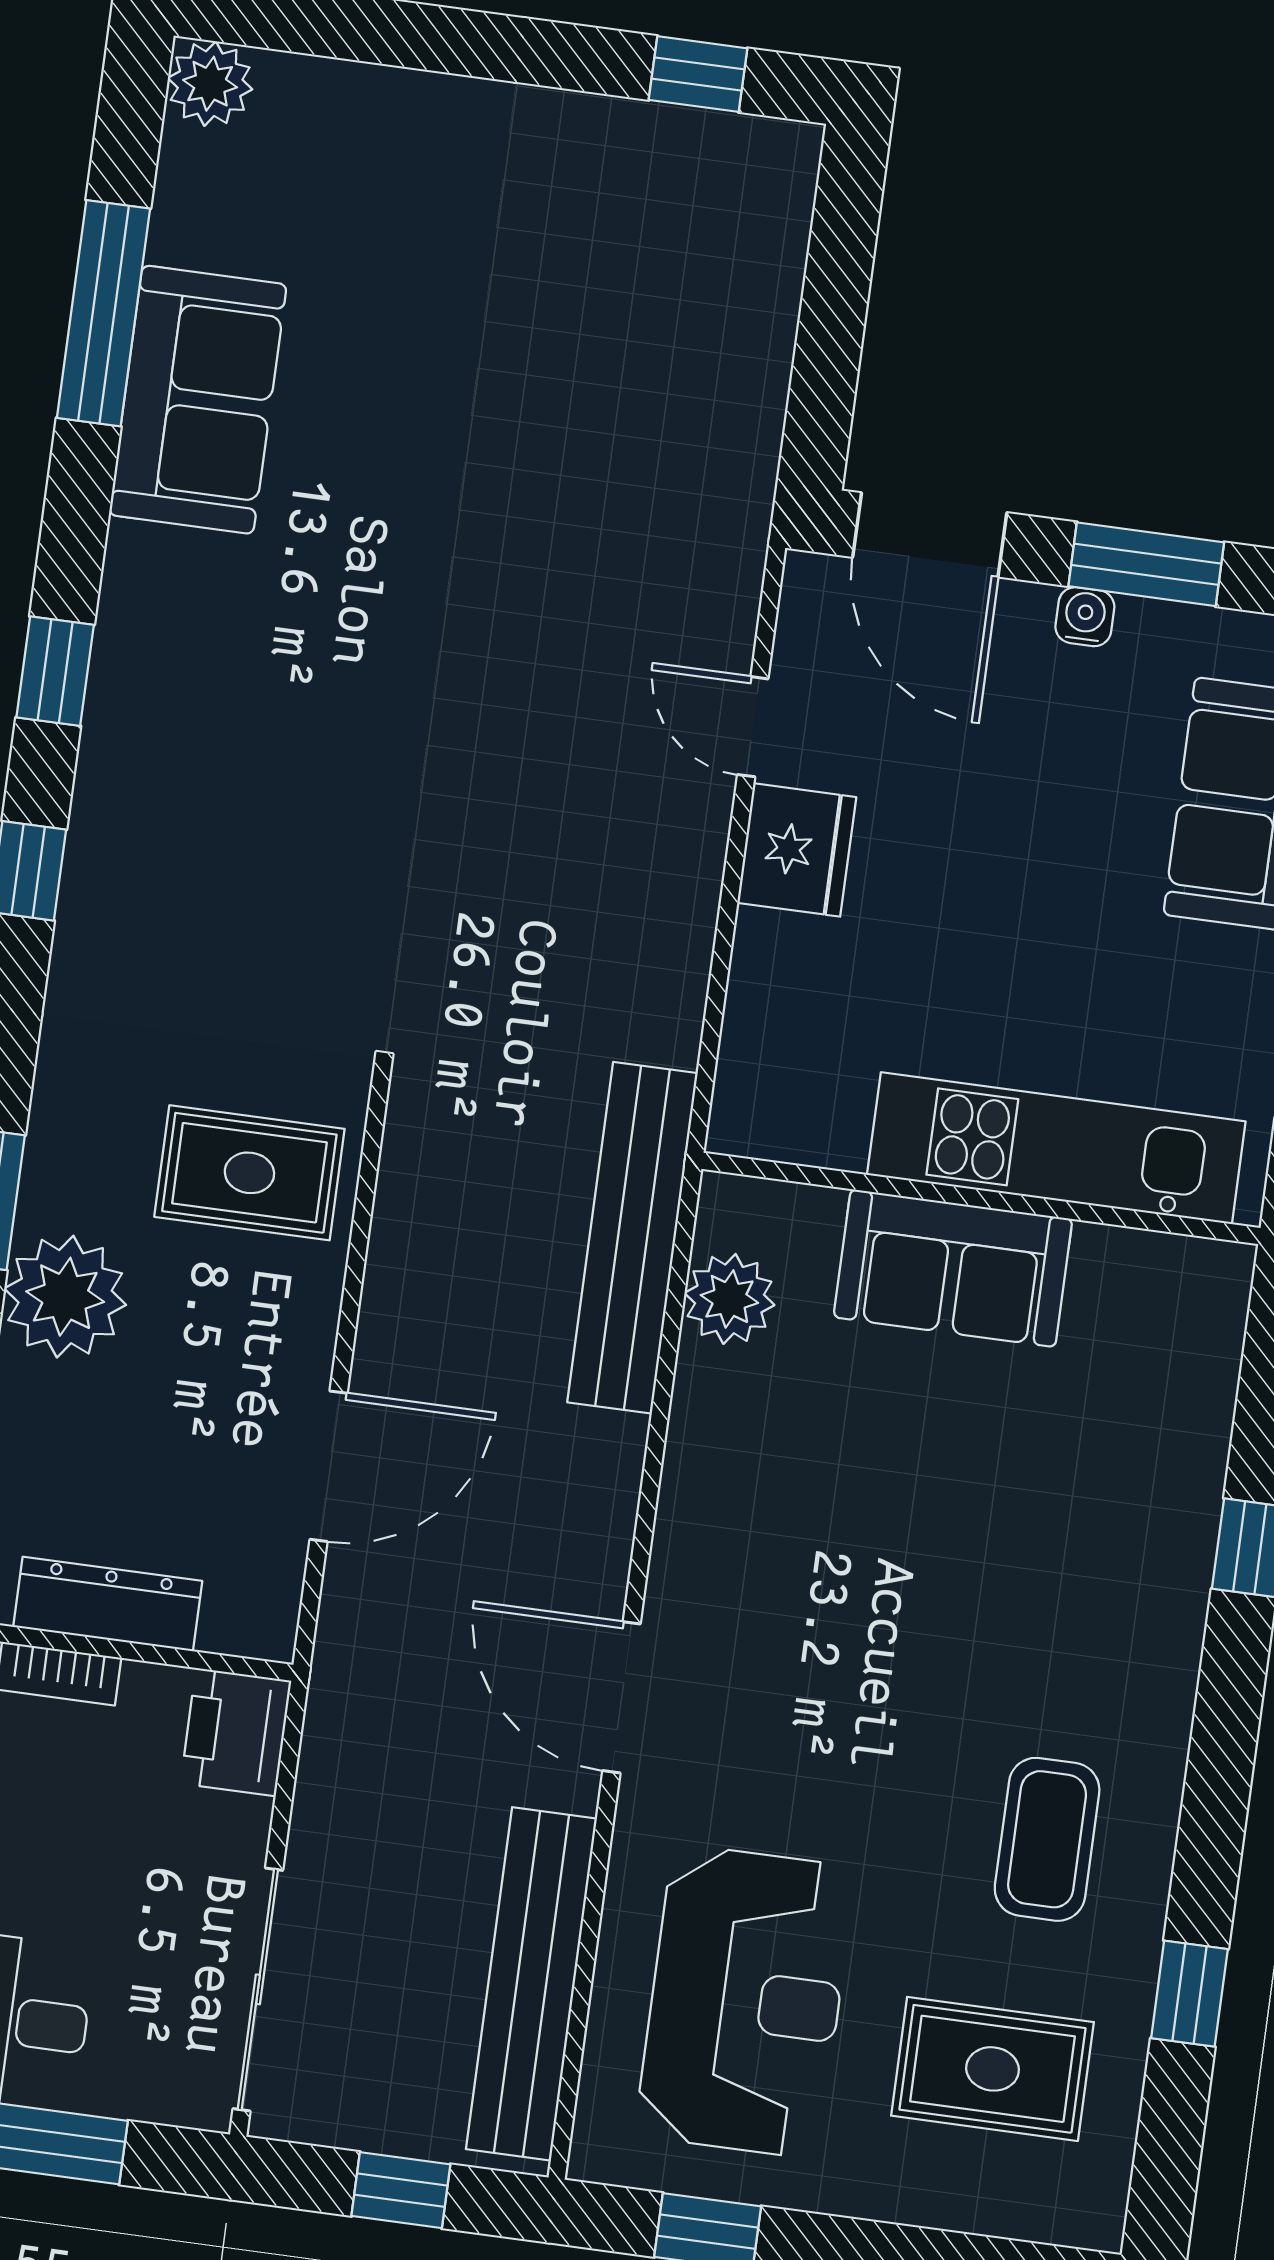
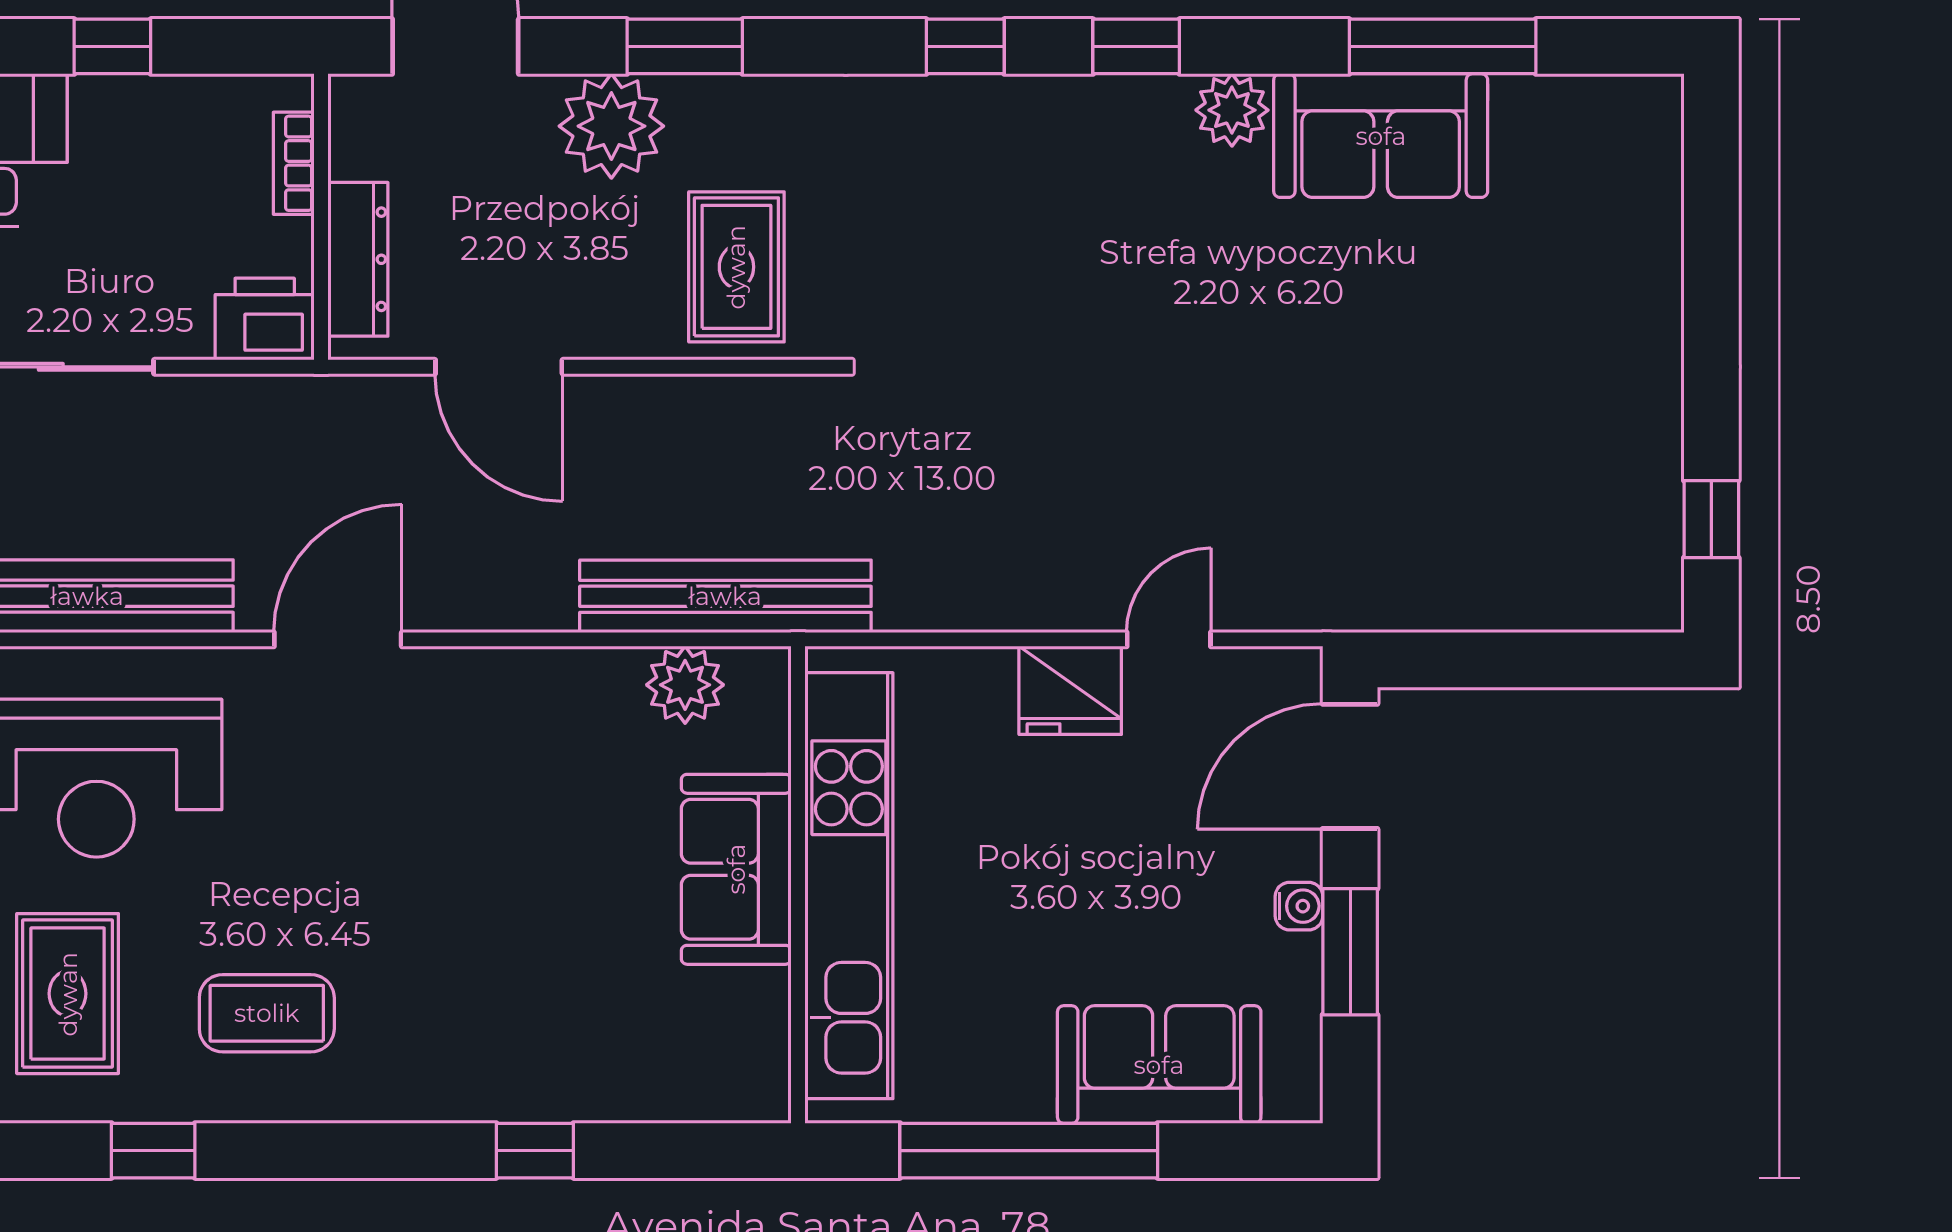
plant: (210, 84) -> (1232, 110), moved
kitchen unit: (1056, 1148) -> (849, 886), width x1.36
dresser: (108, 1604) -> (358, 259), moved

